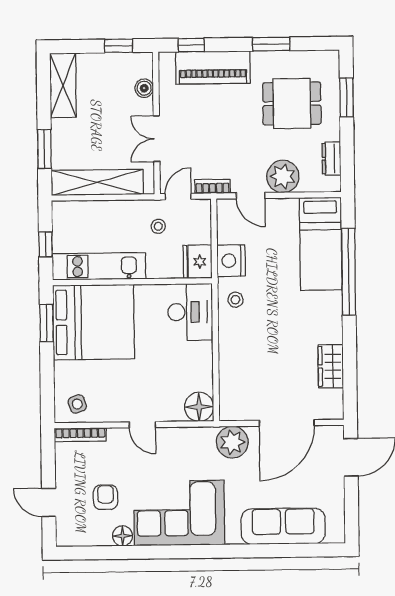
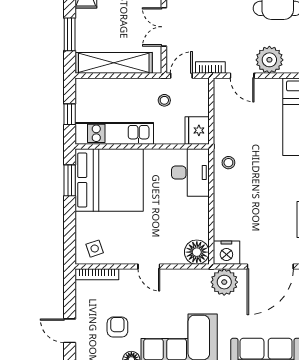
nightstand: (231, 261) -> (226, 253), moved, turned -90

